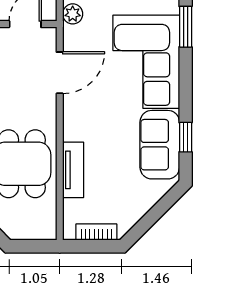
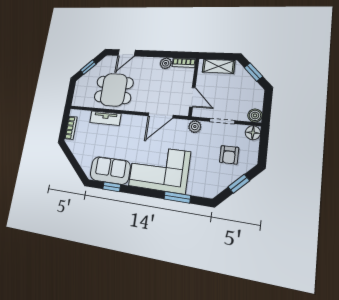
door: (60, 73) -> (161, 115), hinge flipped

